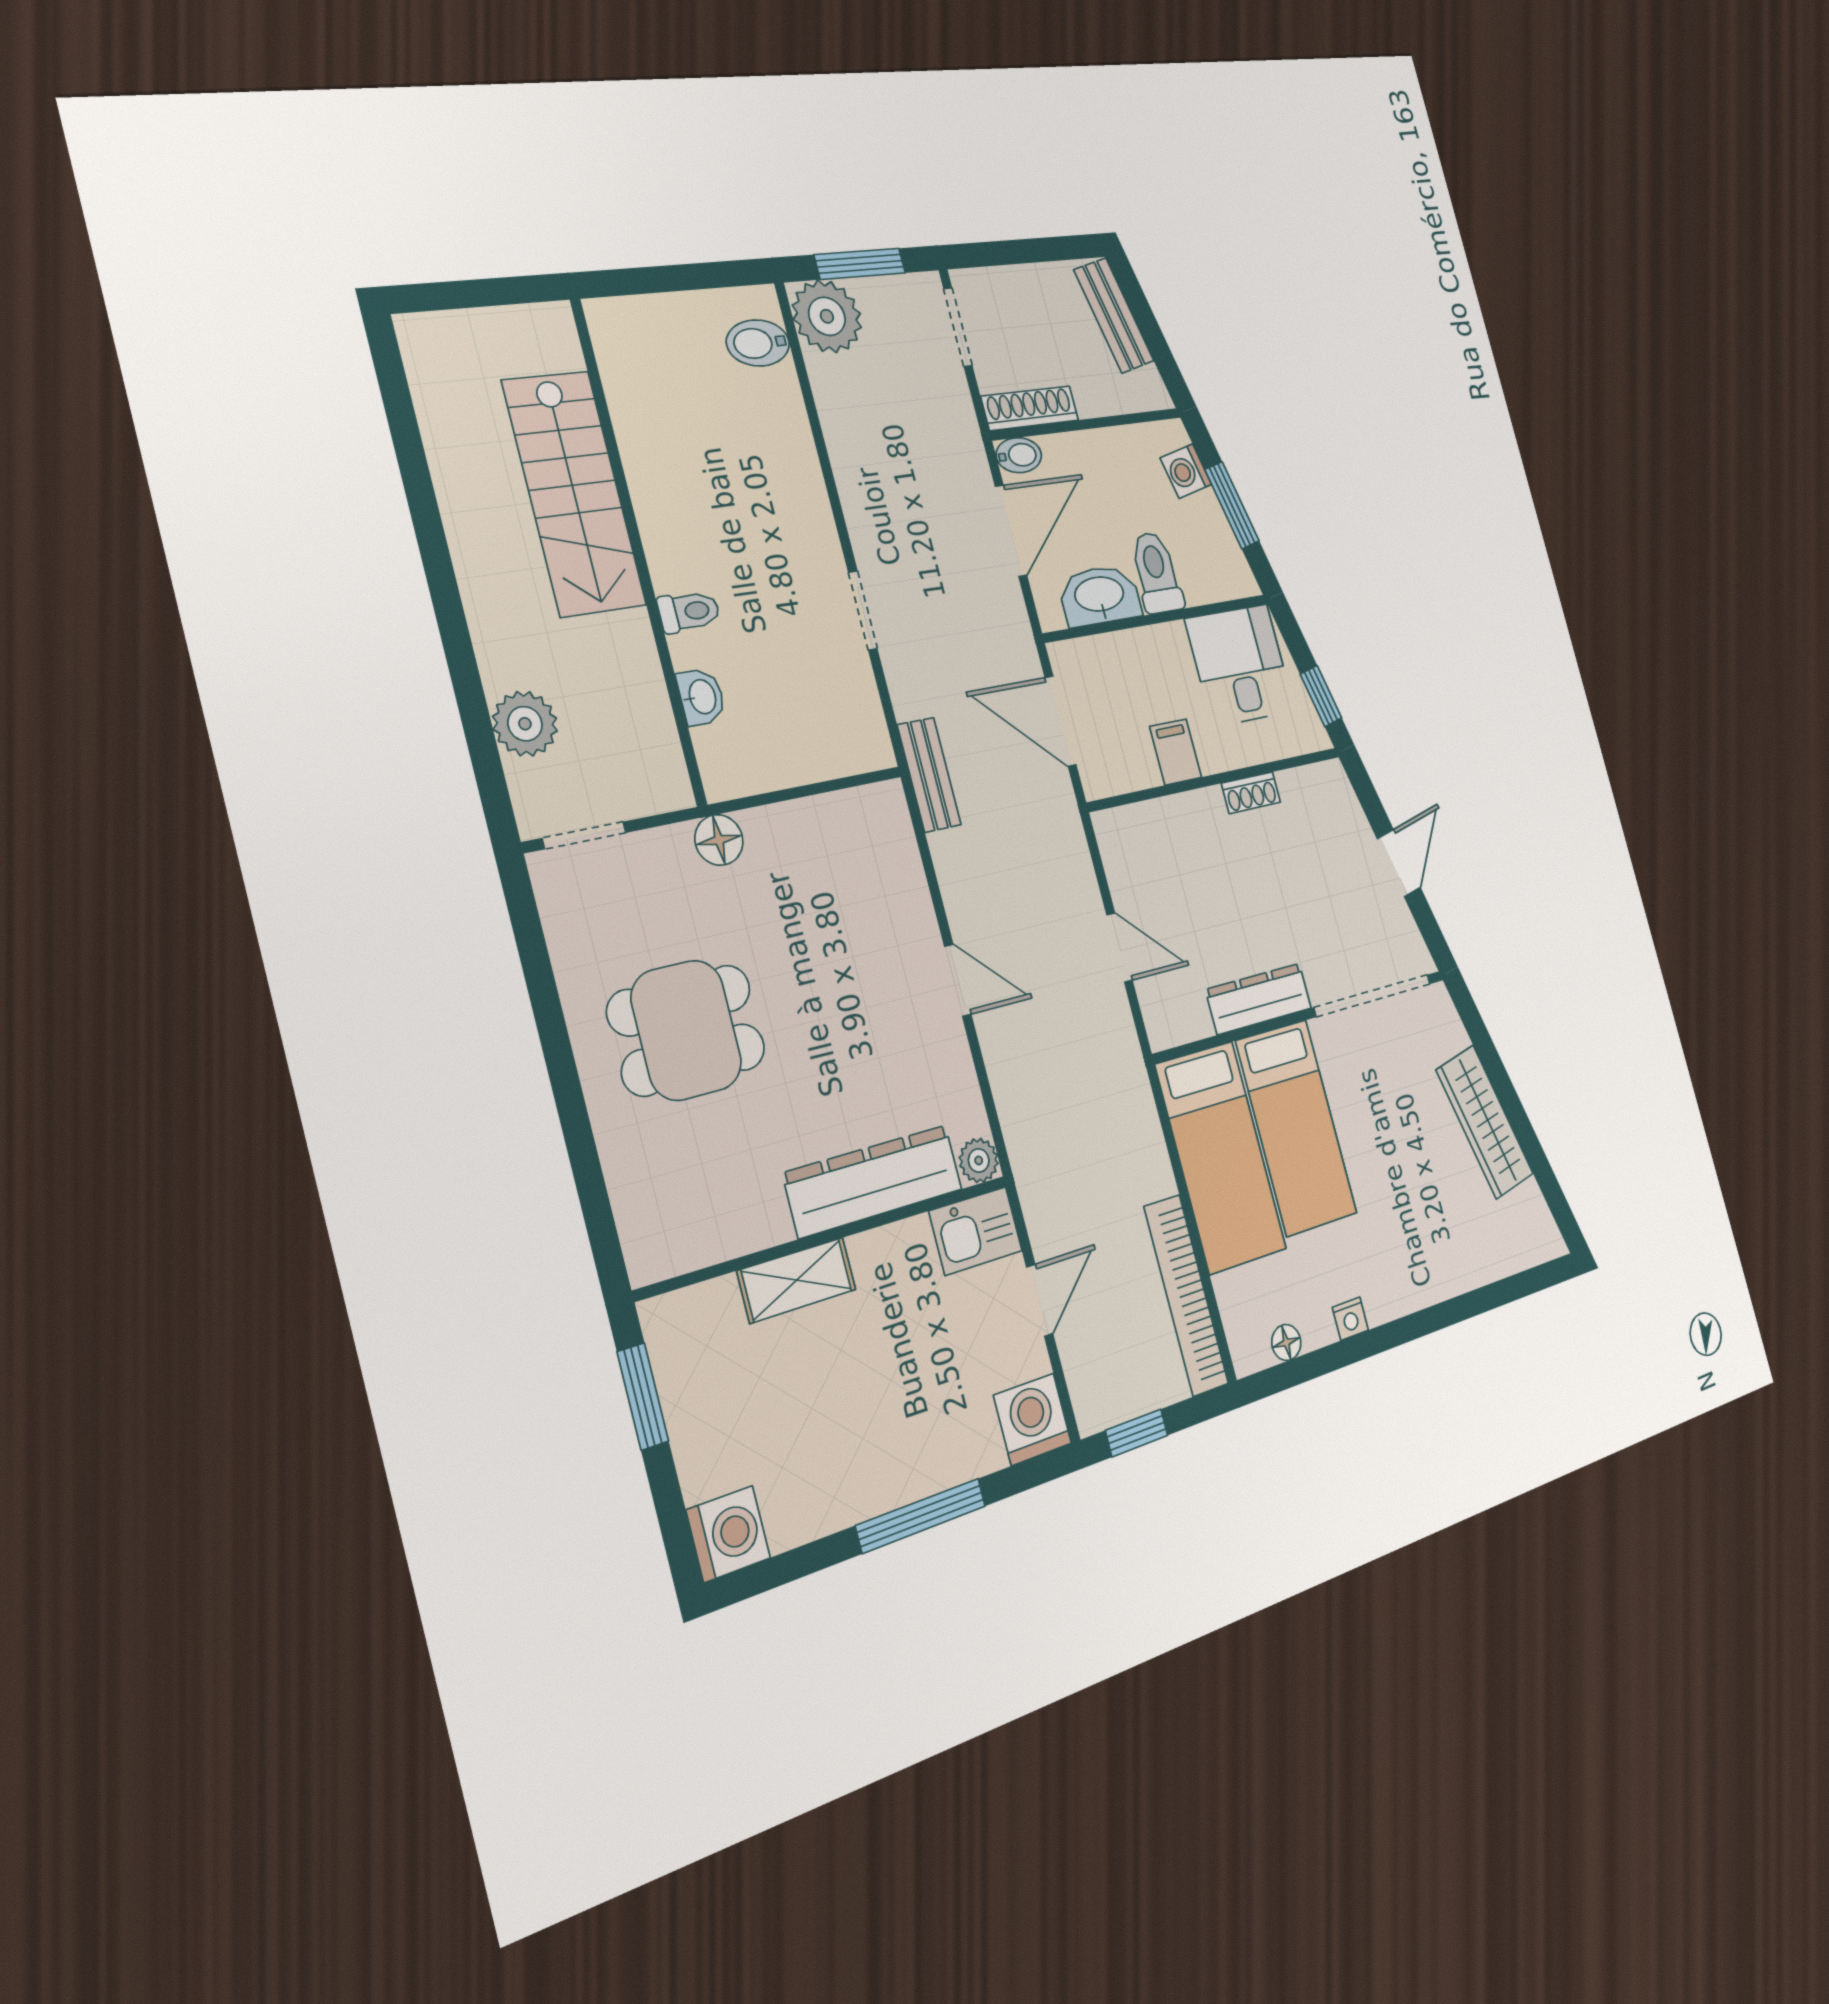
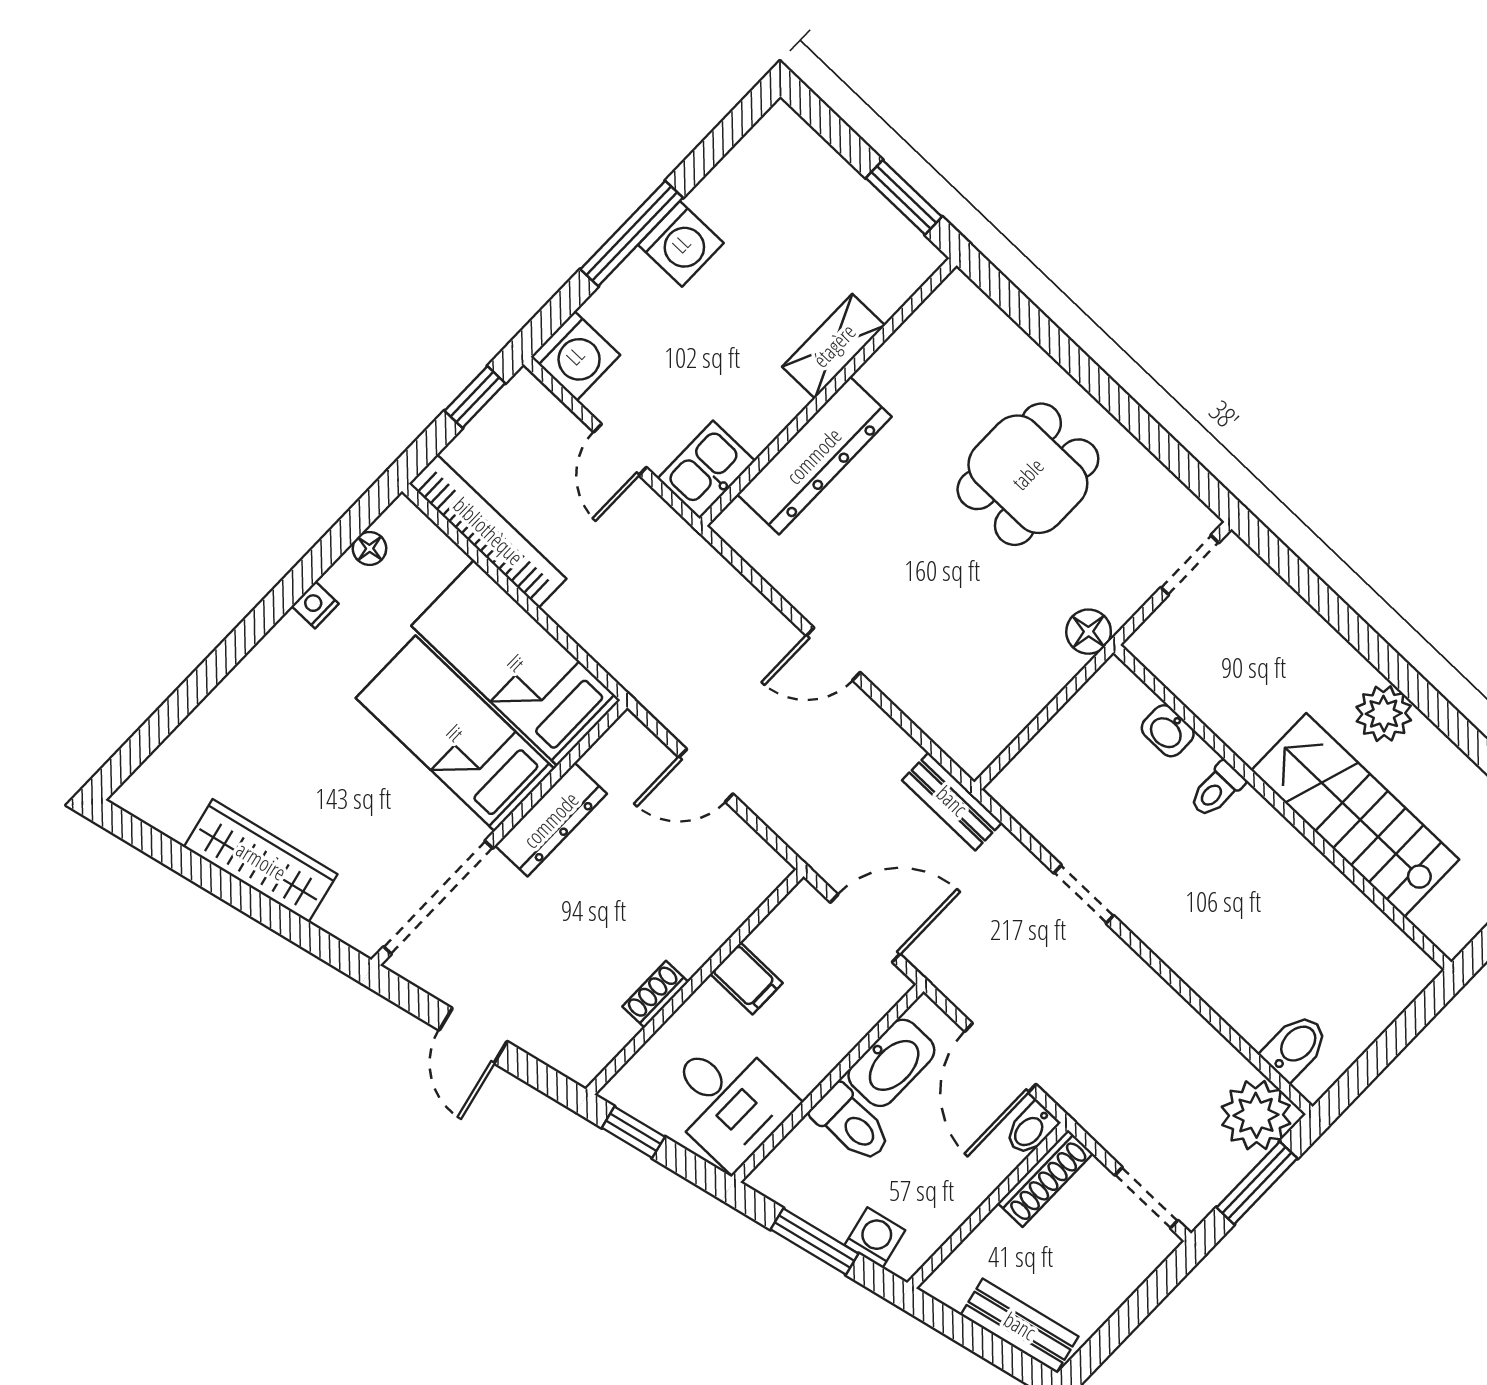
plant: (525, 724) -> (1384, 714), moved
plant: (979, 1160) -> (735, 525), removed
washing machine: (728, 1534) -> (681, 244), moved, turned -90

